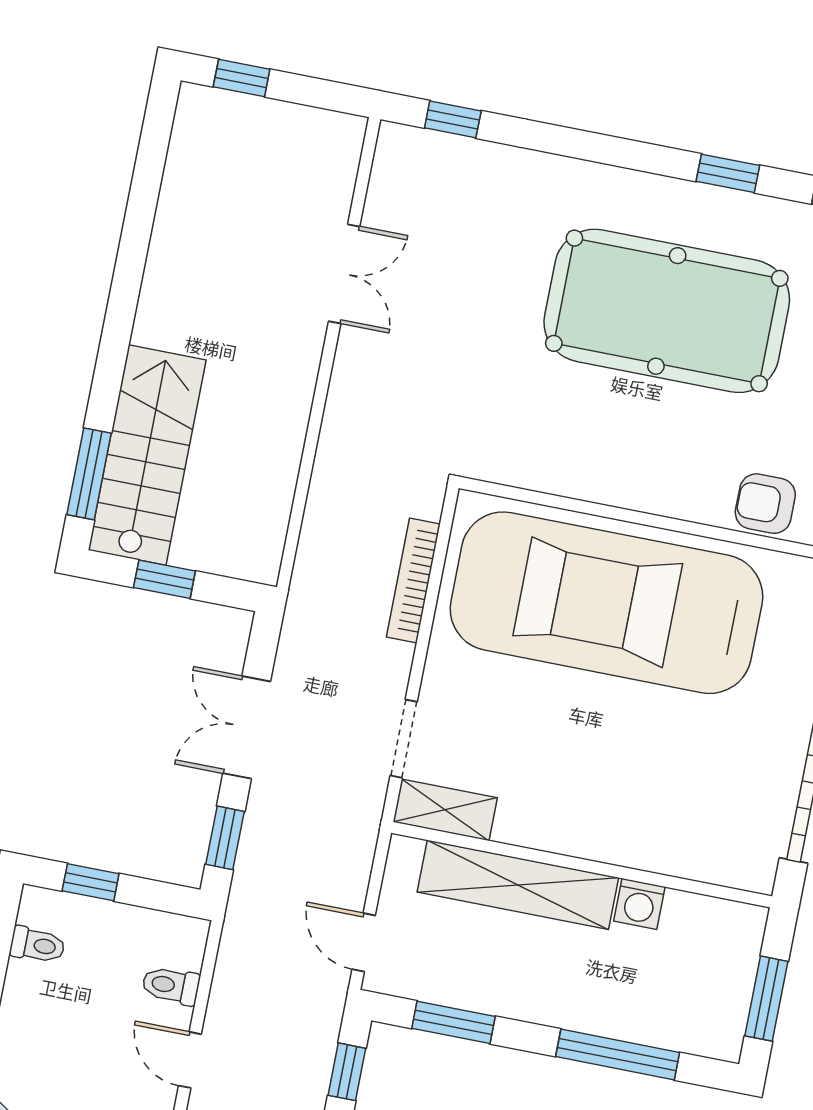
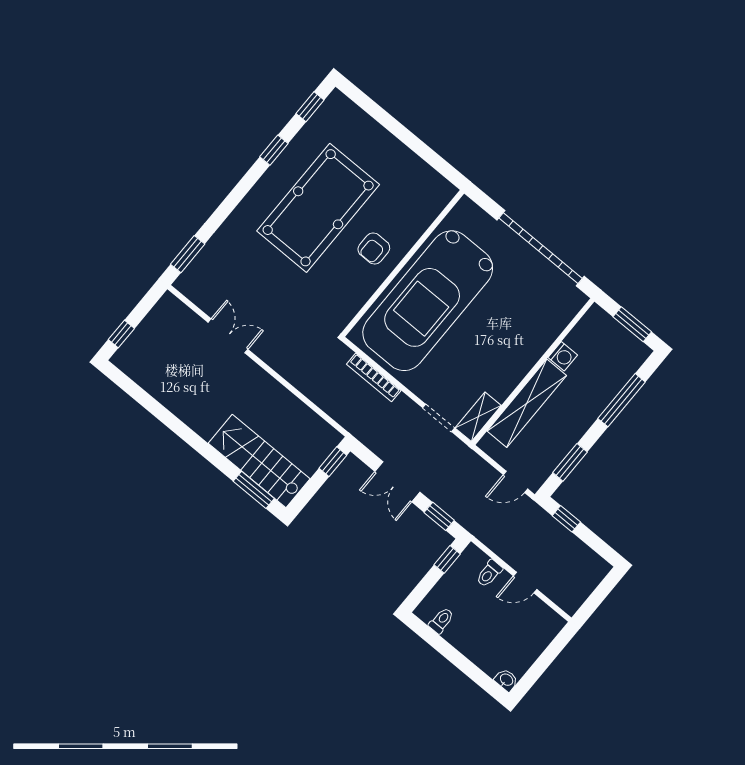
window: (453, 119) -> (188, 254), width x1.50
armchair: (765, 504) -> (374, 249), moved
window: (164, 579) -> (333, 462), moved
window: (91, 882) -> (447, 559), moved

